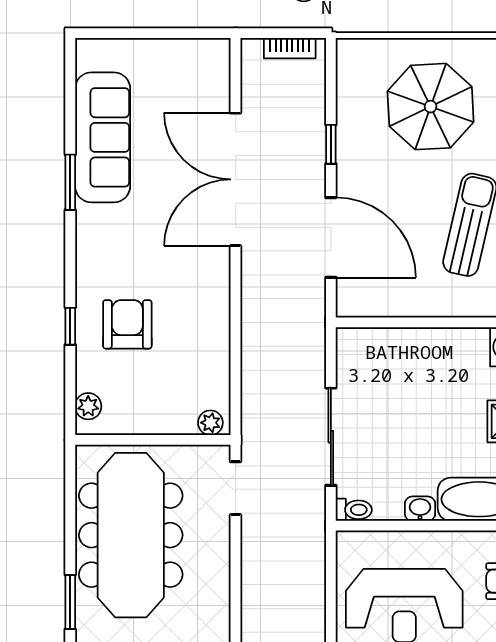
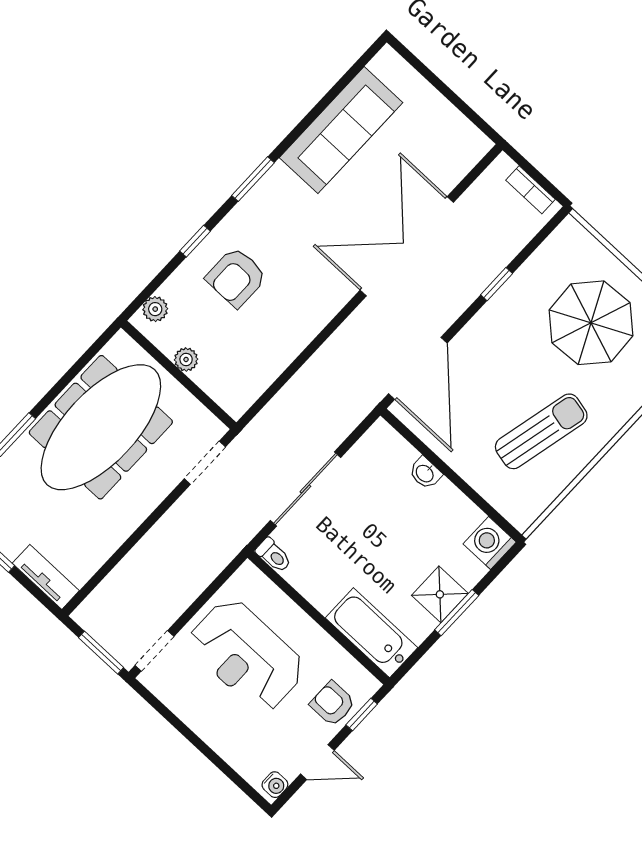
window: (70, 182) -> (253, 179), moved
door: (331, 237) -> (418, 368), moved
armchair: (127, 324) -> (236, 277), turned 180
plant: (210, 423) -> (186, 359), moved
washbasin: (420, 509) -> (425, 473), moved, turned 180

